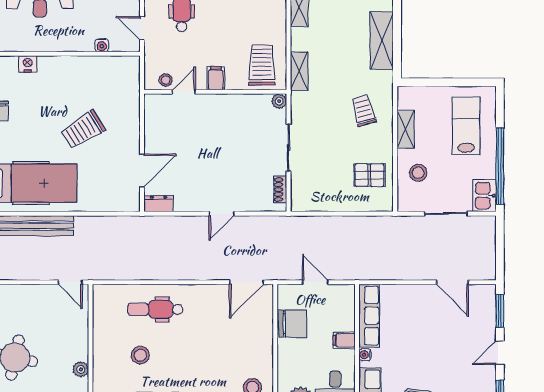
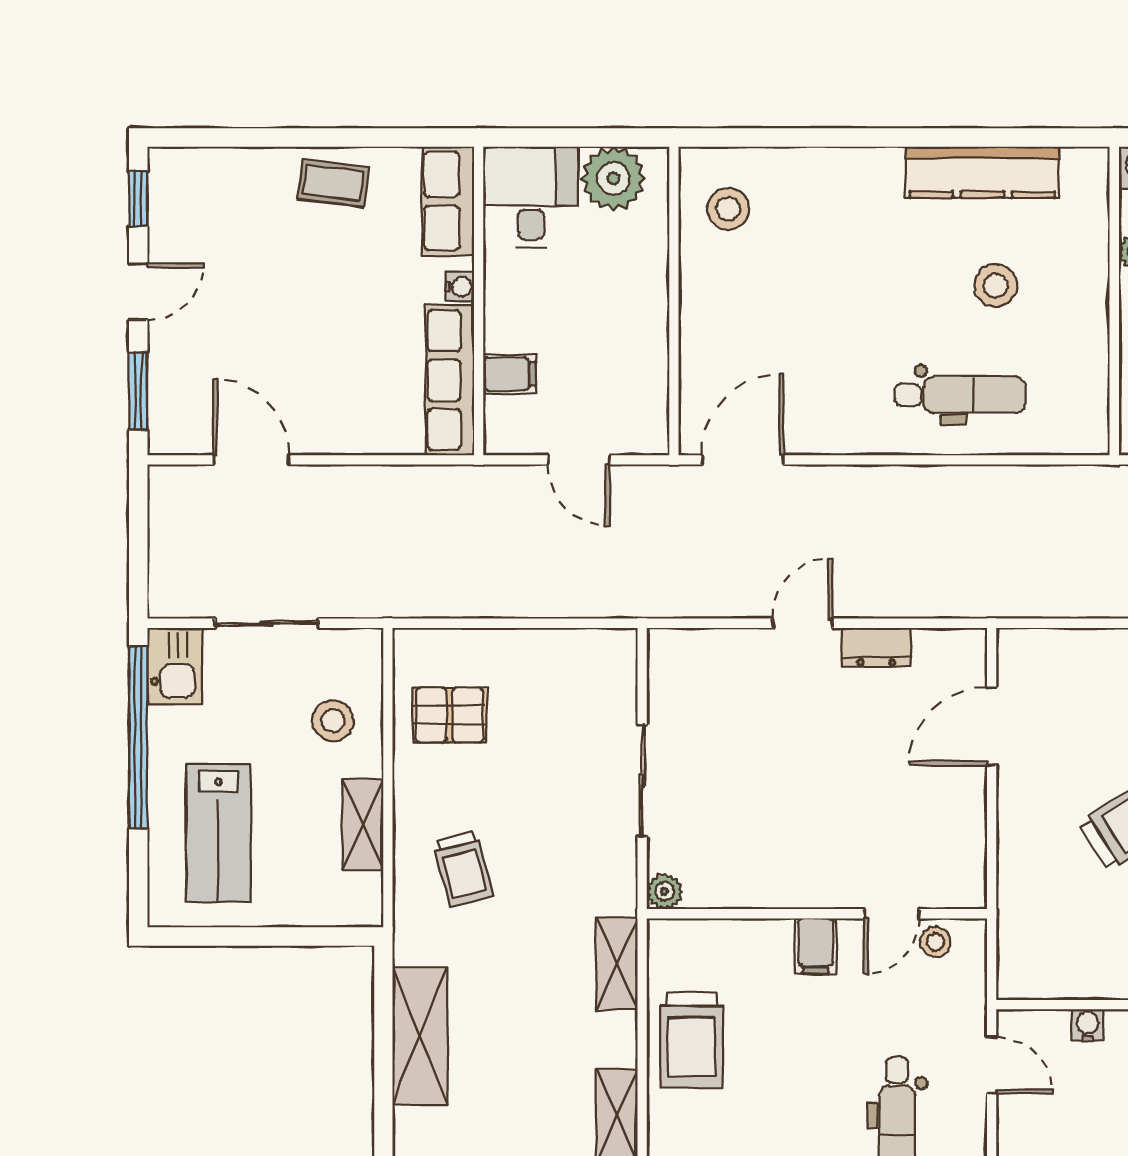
trolley: (262, 65) -> (691, 1040), moved
shoe rack: (280, 190) -> (662, 681), removed
dresser: (158, 204) -> (876, 647), moved
chair: (293, 324) -> (633, 361), removed
filing cabinet: (344, 340) -> (510, 374), moved

